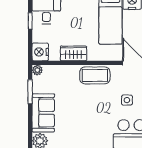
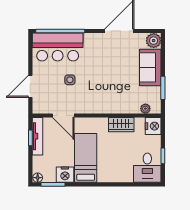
plant: (37, 70) -> (145, 109), moved
coffee table: (95, 75) -> (101, 103), removed

